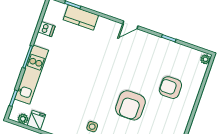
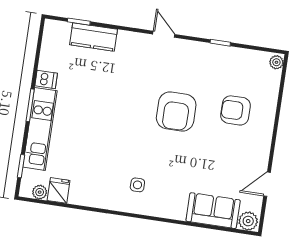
door: (130, 25) -> (164, 34), swing flipped
dishwasher: (46, 29) -> (46, 79), moved
armchair: (130, 105) -> (176, 112), moved

